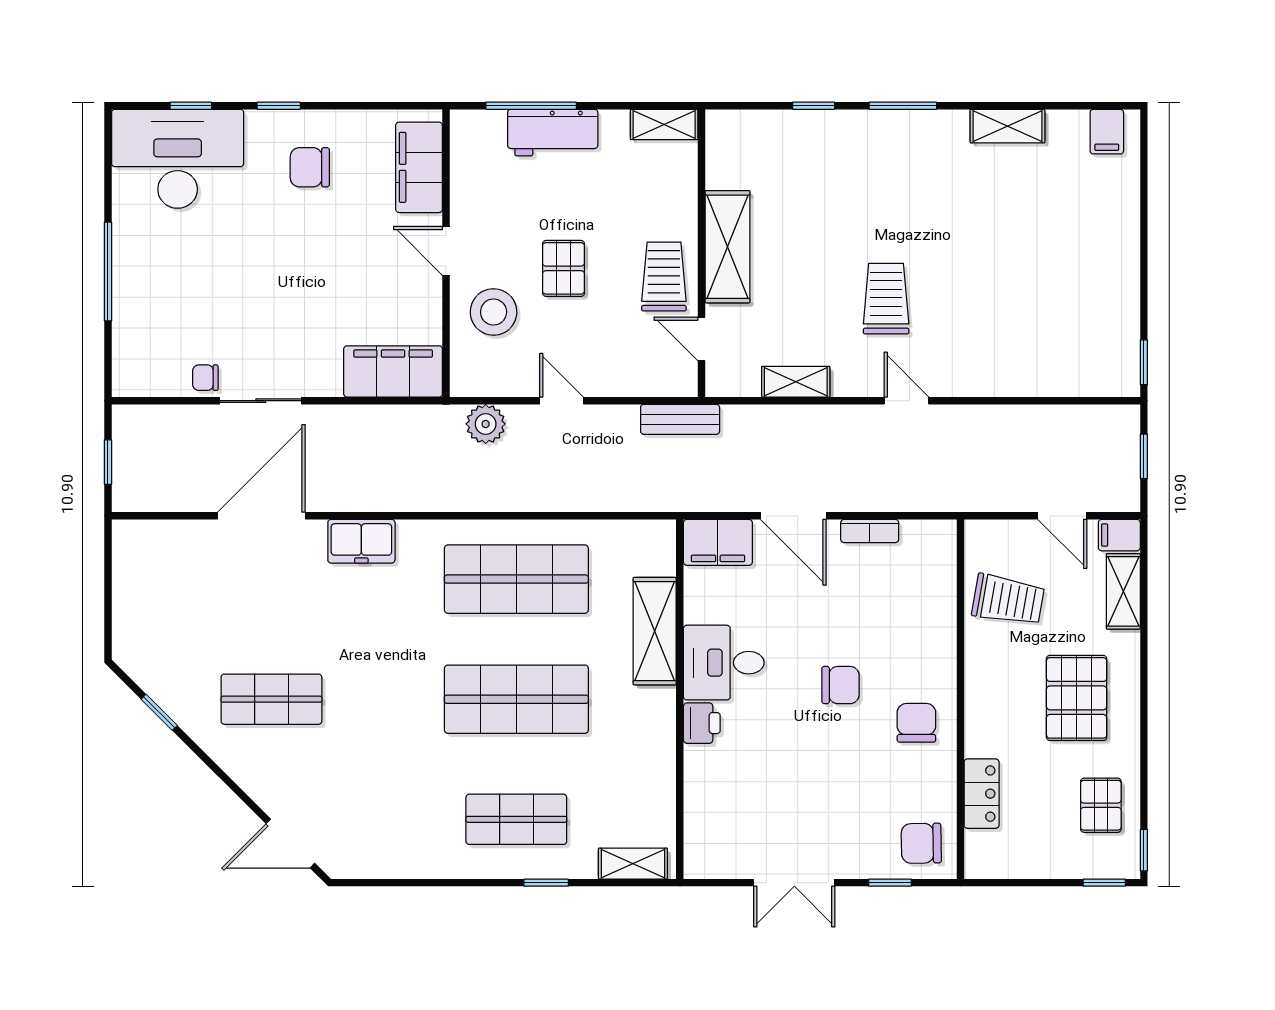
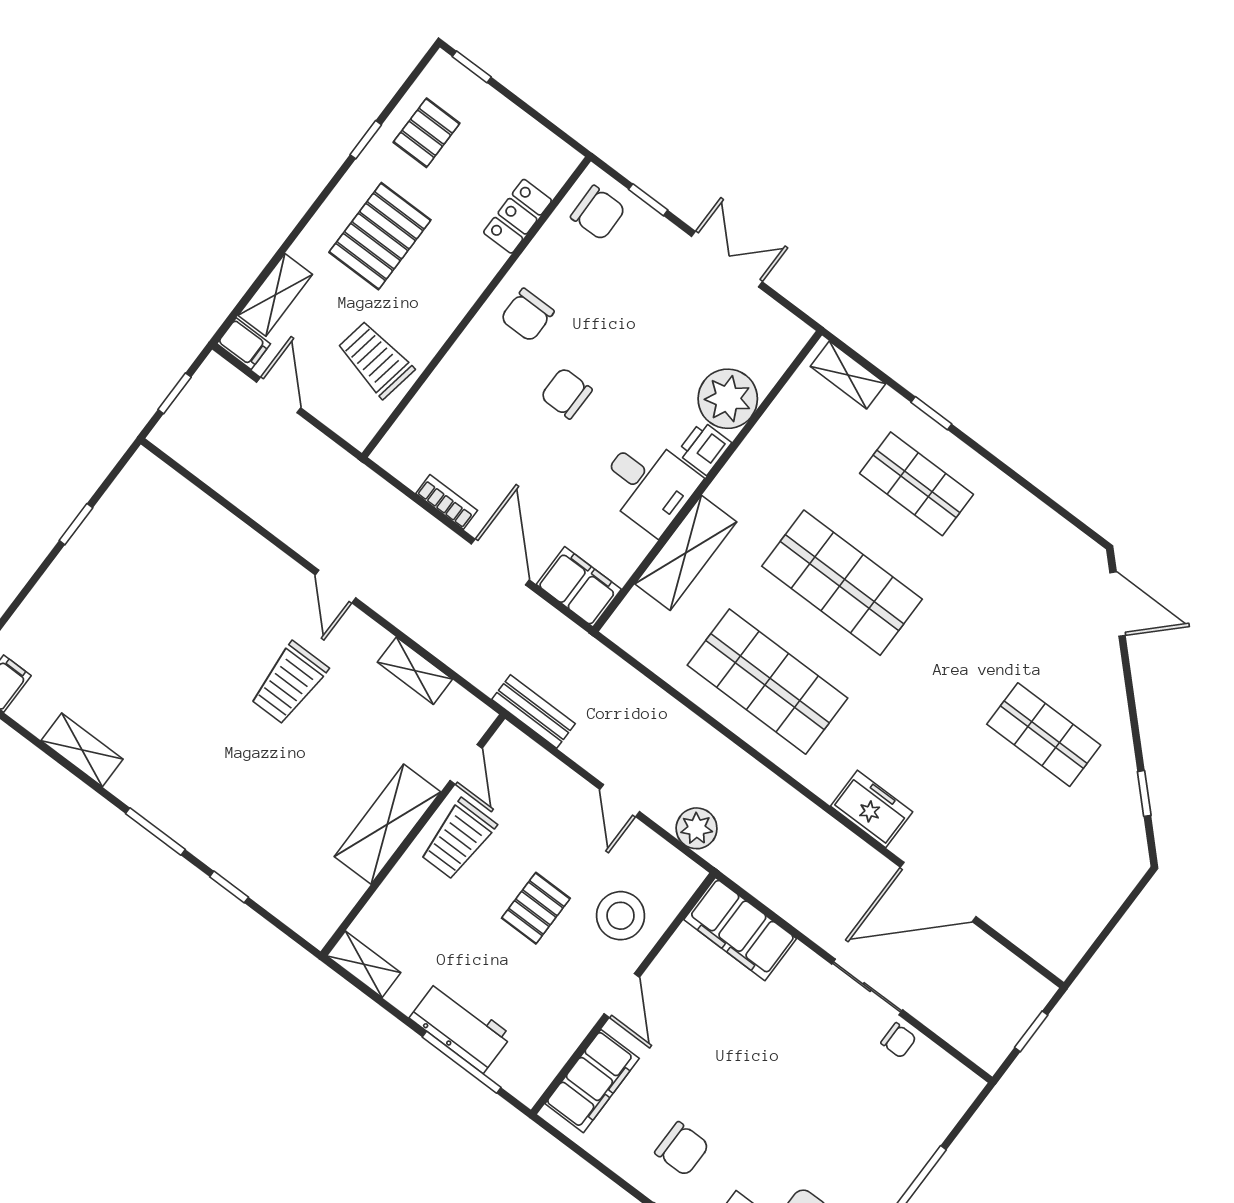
window: (1144, 362) -> (76, 524), moved
plant: (712, 775) -> (728, 399), added
window: (1144, 850) -> (366, 140), moved

